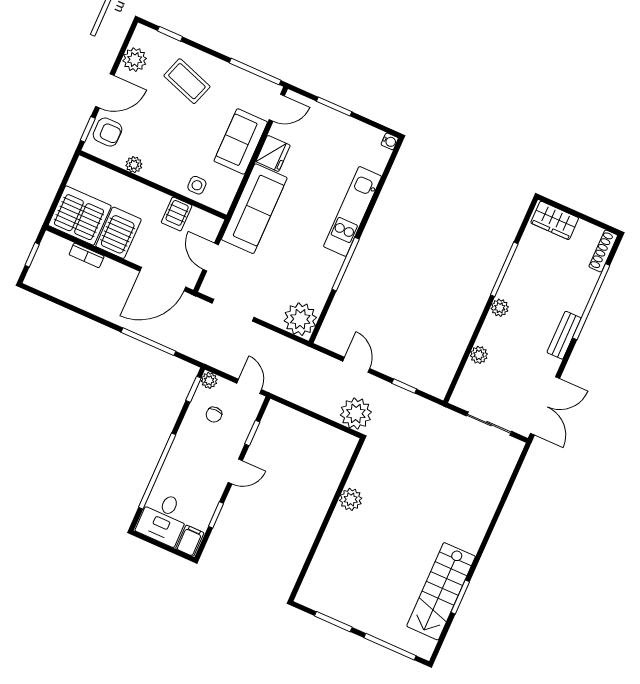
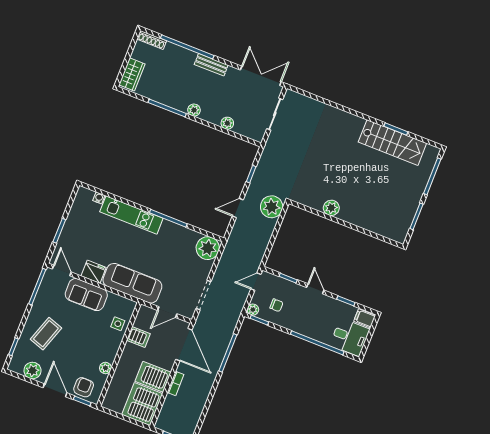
water cooler: (390, 141) -> (99, 198), moved
bookcase: (87, 255) -> (175, 383), moved

